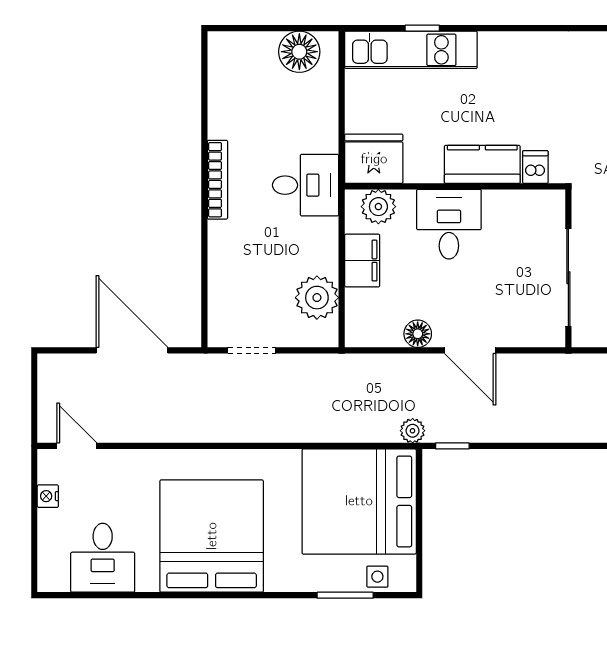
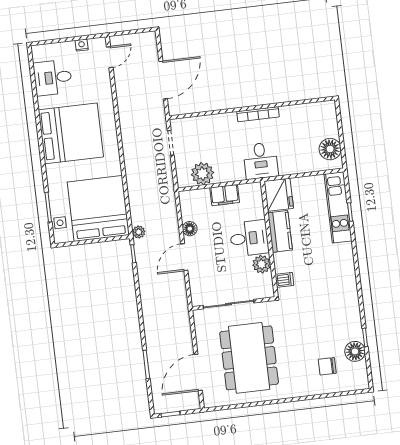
kitchen counter: (482, 164) -> (280, 231), moved
plant: (378, 207) -> (262, 264), moved

